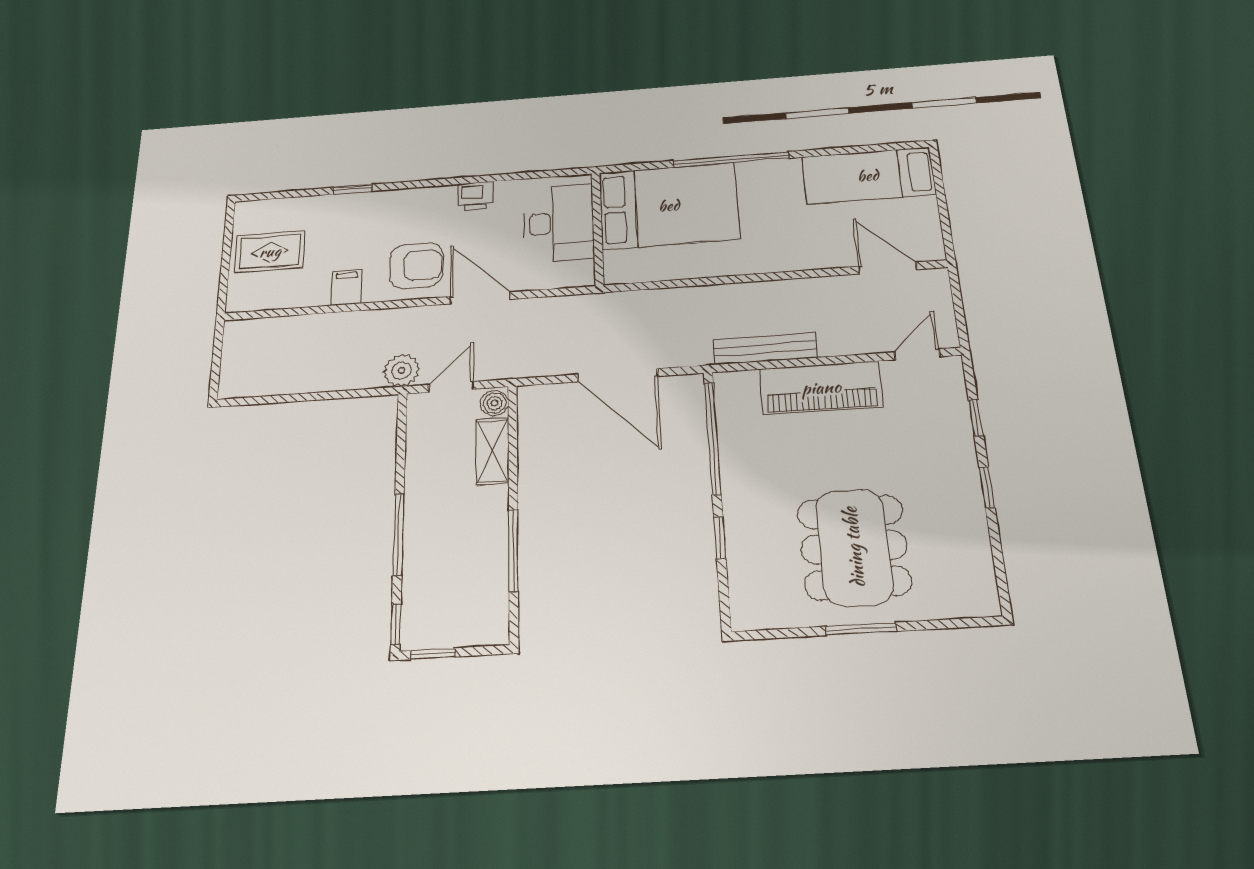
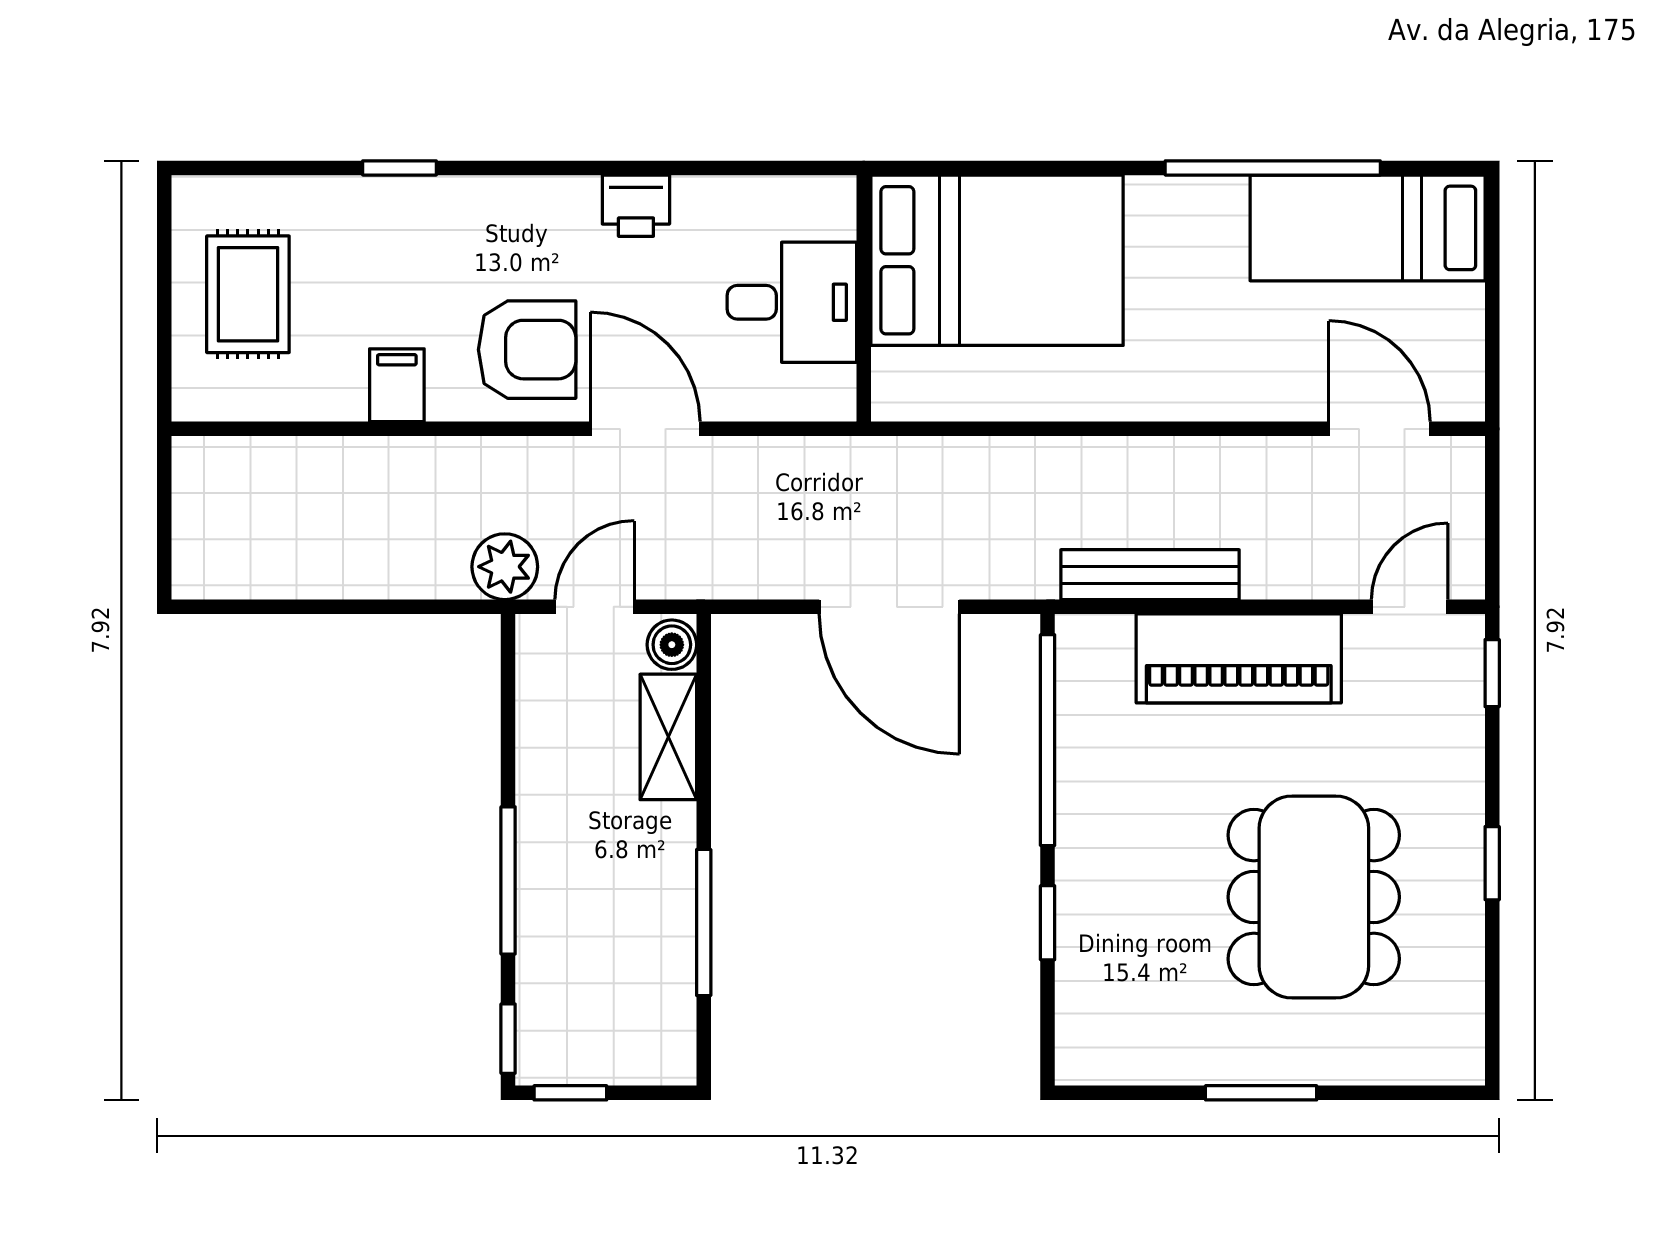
window: (731, 159) -> (1273, 168), moved
desk: (559, 223) -> (792, 302), width x0.73
rug: (270, 252) -> (248, 294), turned 90
window: (976, 418) -> (1492, 673), moved
dining table: (854, 547) -> (1314, 897), moved

